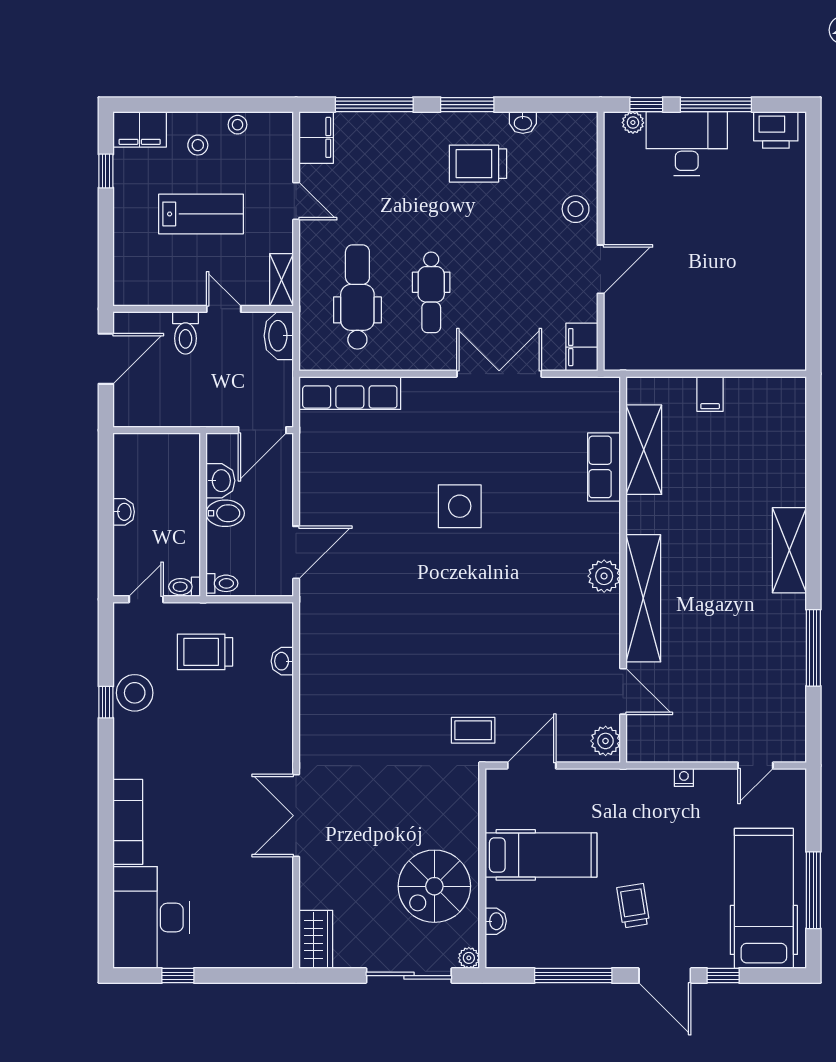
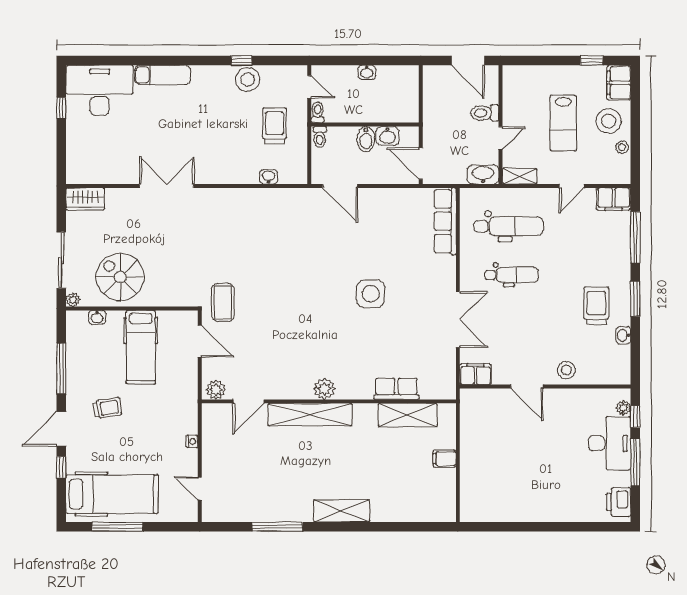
stool: (198, 145) -> (609, 121), width x1.89, depth x1.89
dental chair: (431, 292) -> (511, 275), turned 180
coffee table: (473, 730) -> (223, 303), width x1.36, depth x1.30

